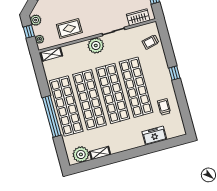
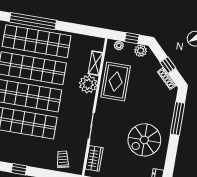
rug: (69, 29) -> (116, 81), width x1.36, depth x1.43
plant: (96, 45) -> (88, 84), moved
shelving: (51, 54) -> (95, 63), moved

